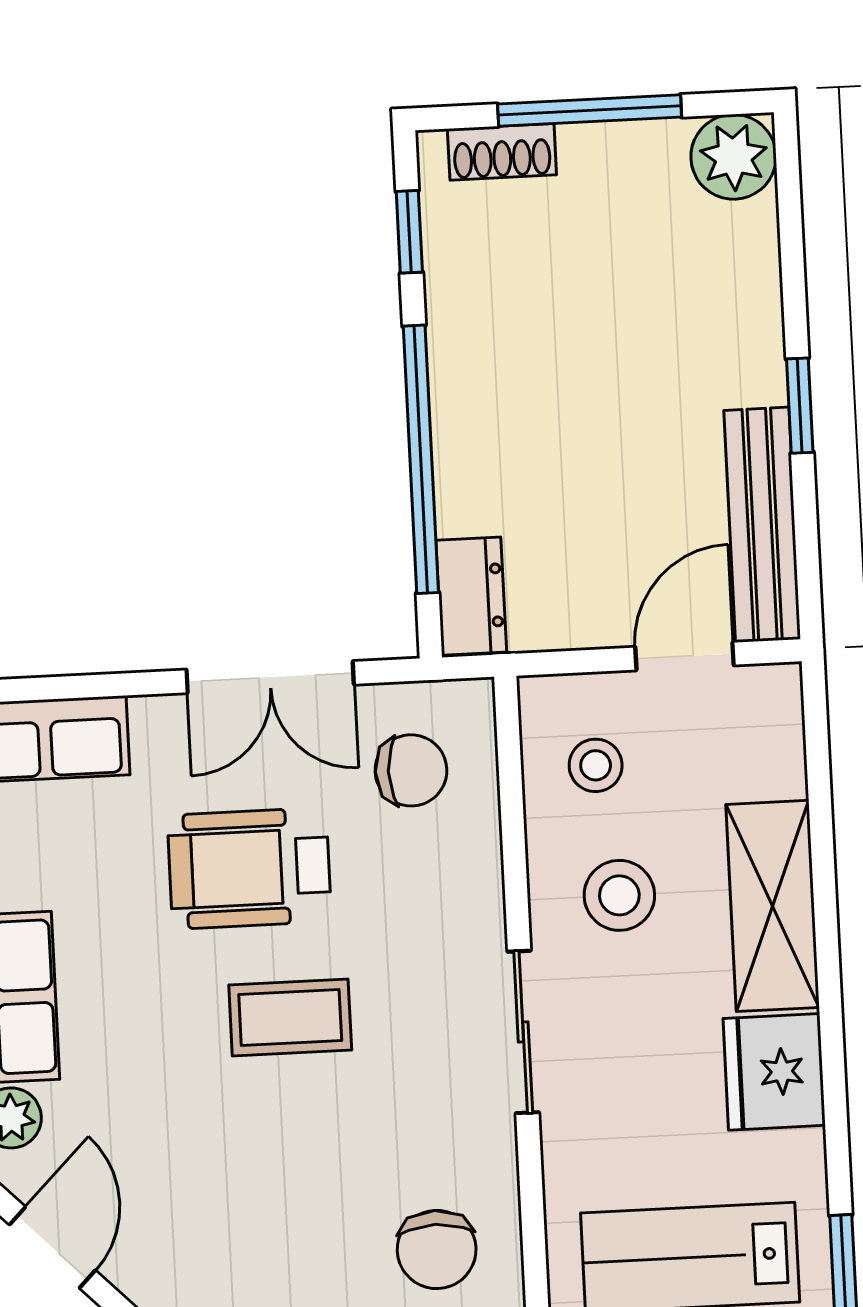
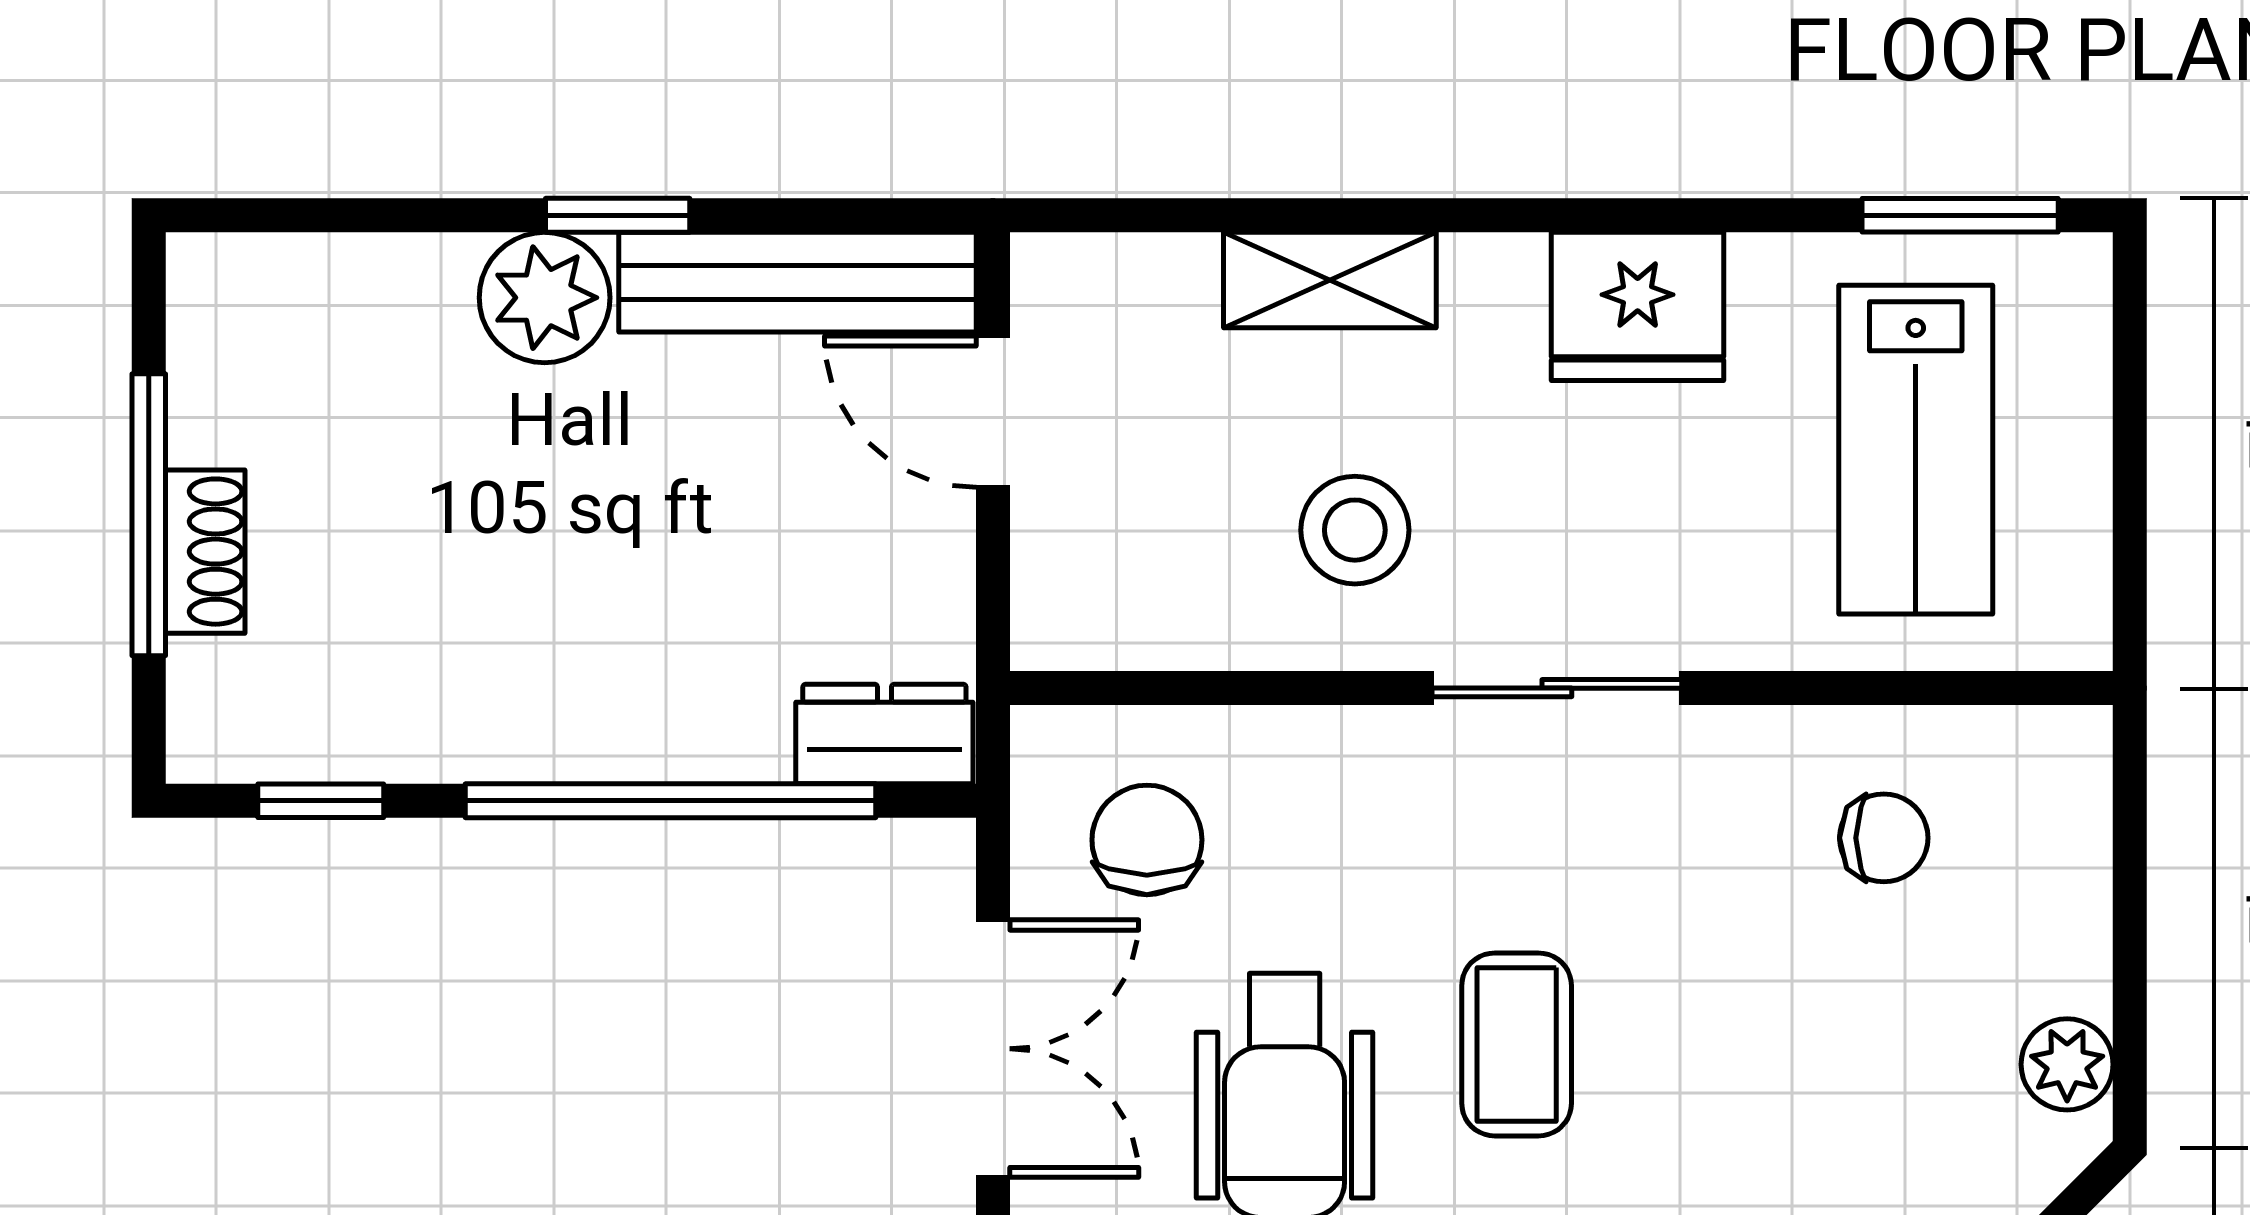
shoe rack: (502, 152) -> (205, 552), moved
plant: (734, 157) -> (545, 298), moved
stool: (596, 765) -> (1154, 556), removed
shelving: (773, 906) -> (1330, 280), width x0.67, depth x0.75
chair: (437, 1250) -> (1884, 838), width x0.73, depth x0.73

